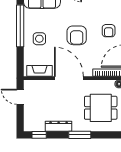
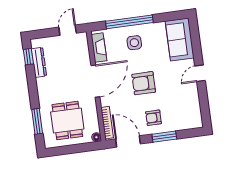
window: (20, 26) -> (129, 22), moved
dresser: (59, 126) -> (39, 62), moved
window: (80, 135) -> (37, 121), moved

